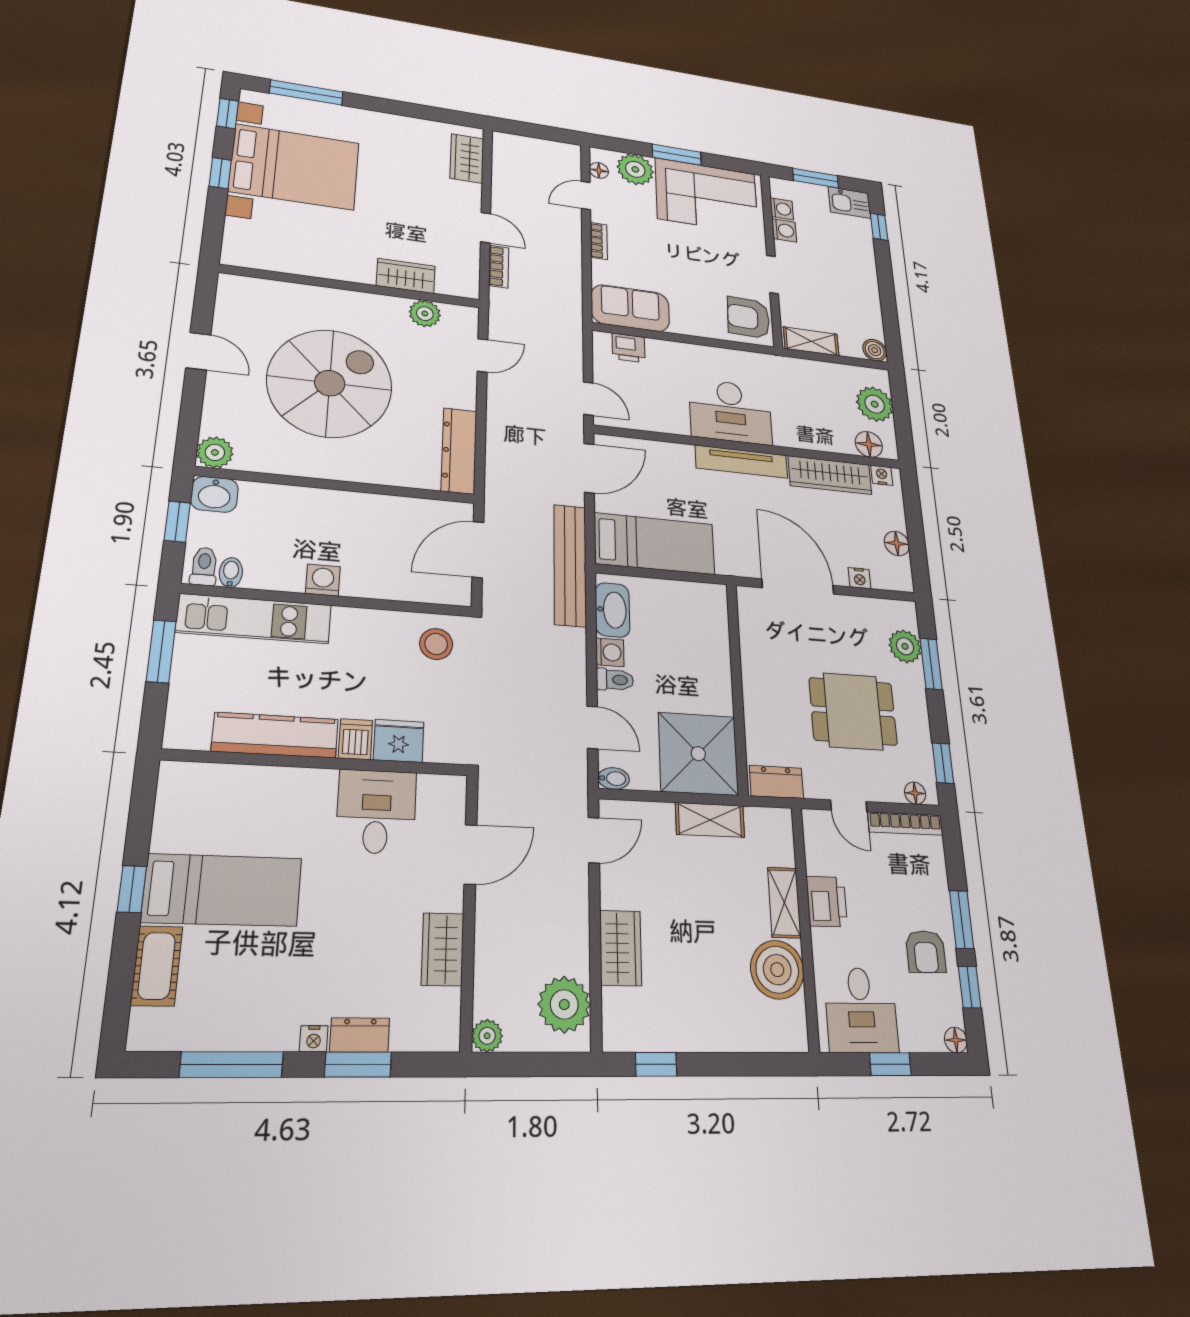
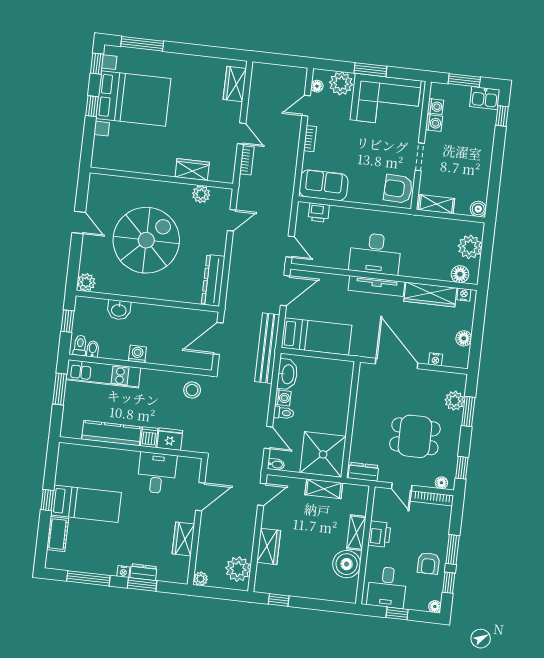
washbasin: (214, 494) -> (119, 310), moved

